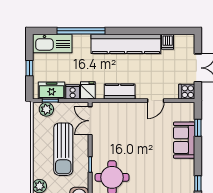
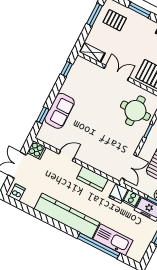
dishwasher: (168, 42) -> (17, 193), moved
kitchen sink: (52, 44) -> (113, 240), moved

